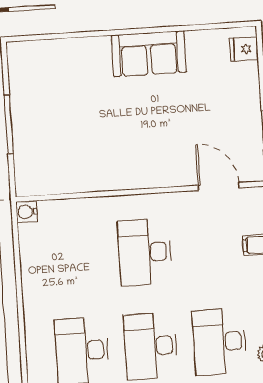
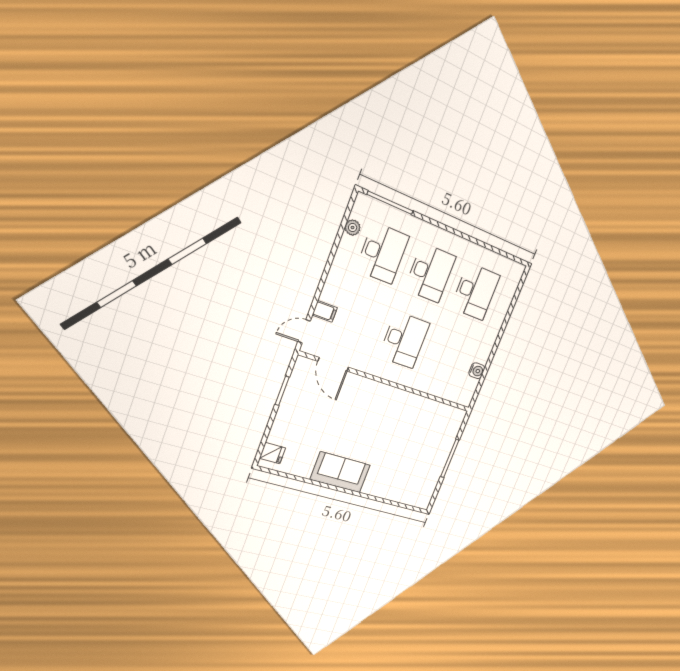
water cooler: (27, 212) -> (477, 371), moved

